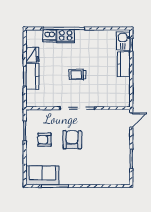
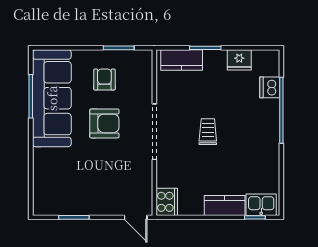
cooker: (66, 36) -> (167, 202), moved, turned 180
kitchen counter: (32, 76) -> (182, 60), moved
sofa: (42, 175) -> (52, 98), width x1.85, depth x1.27

